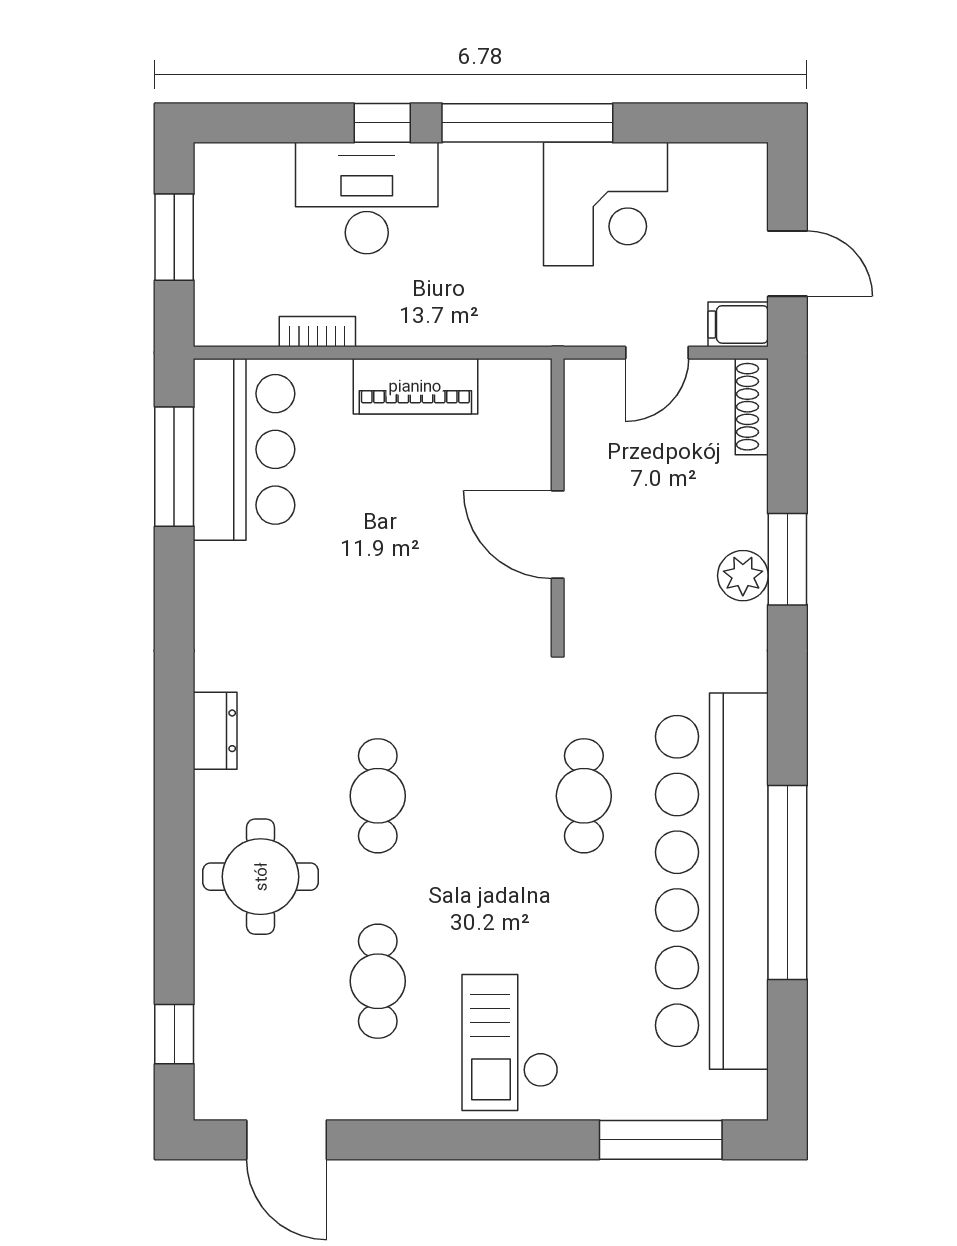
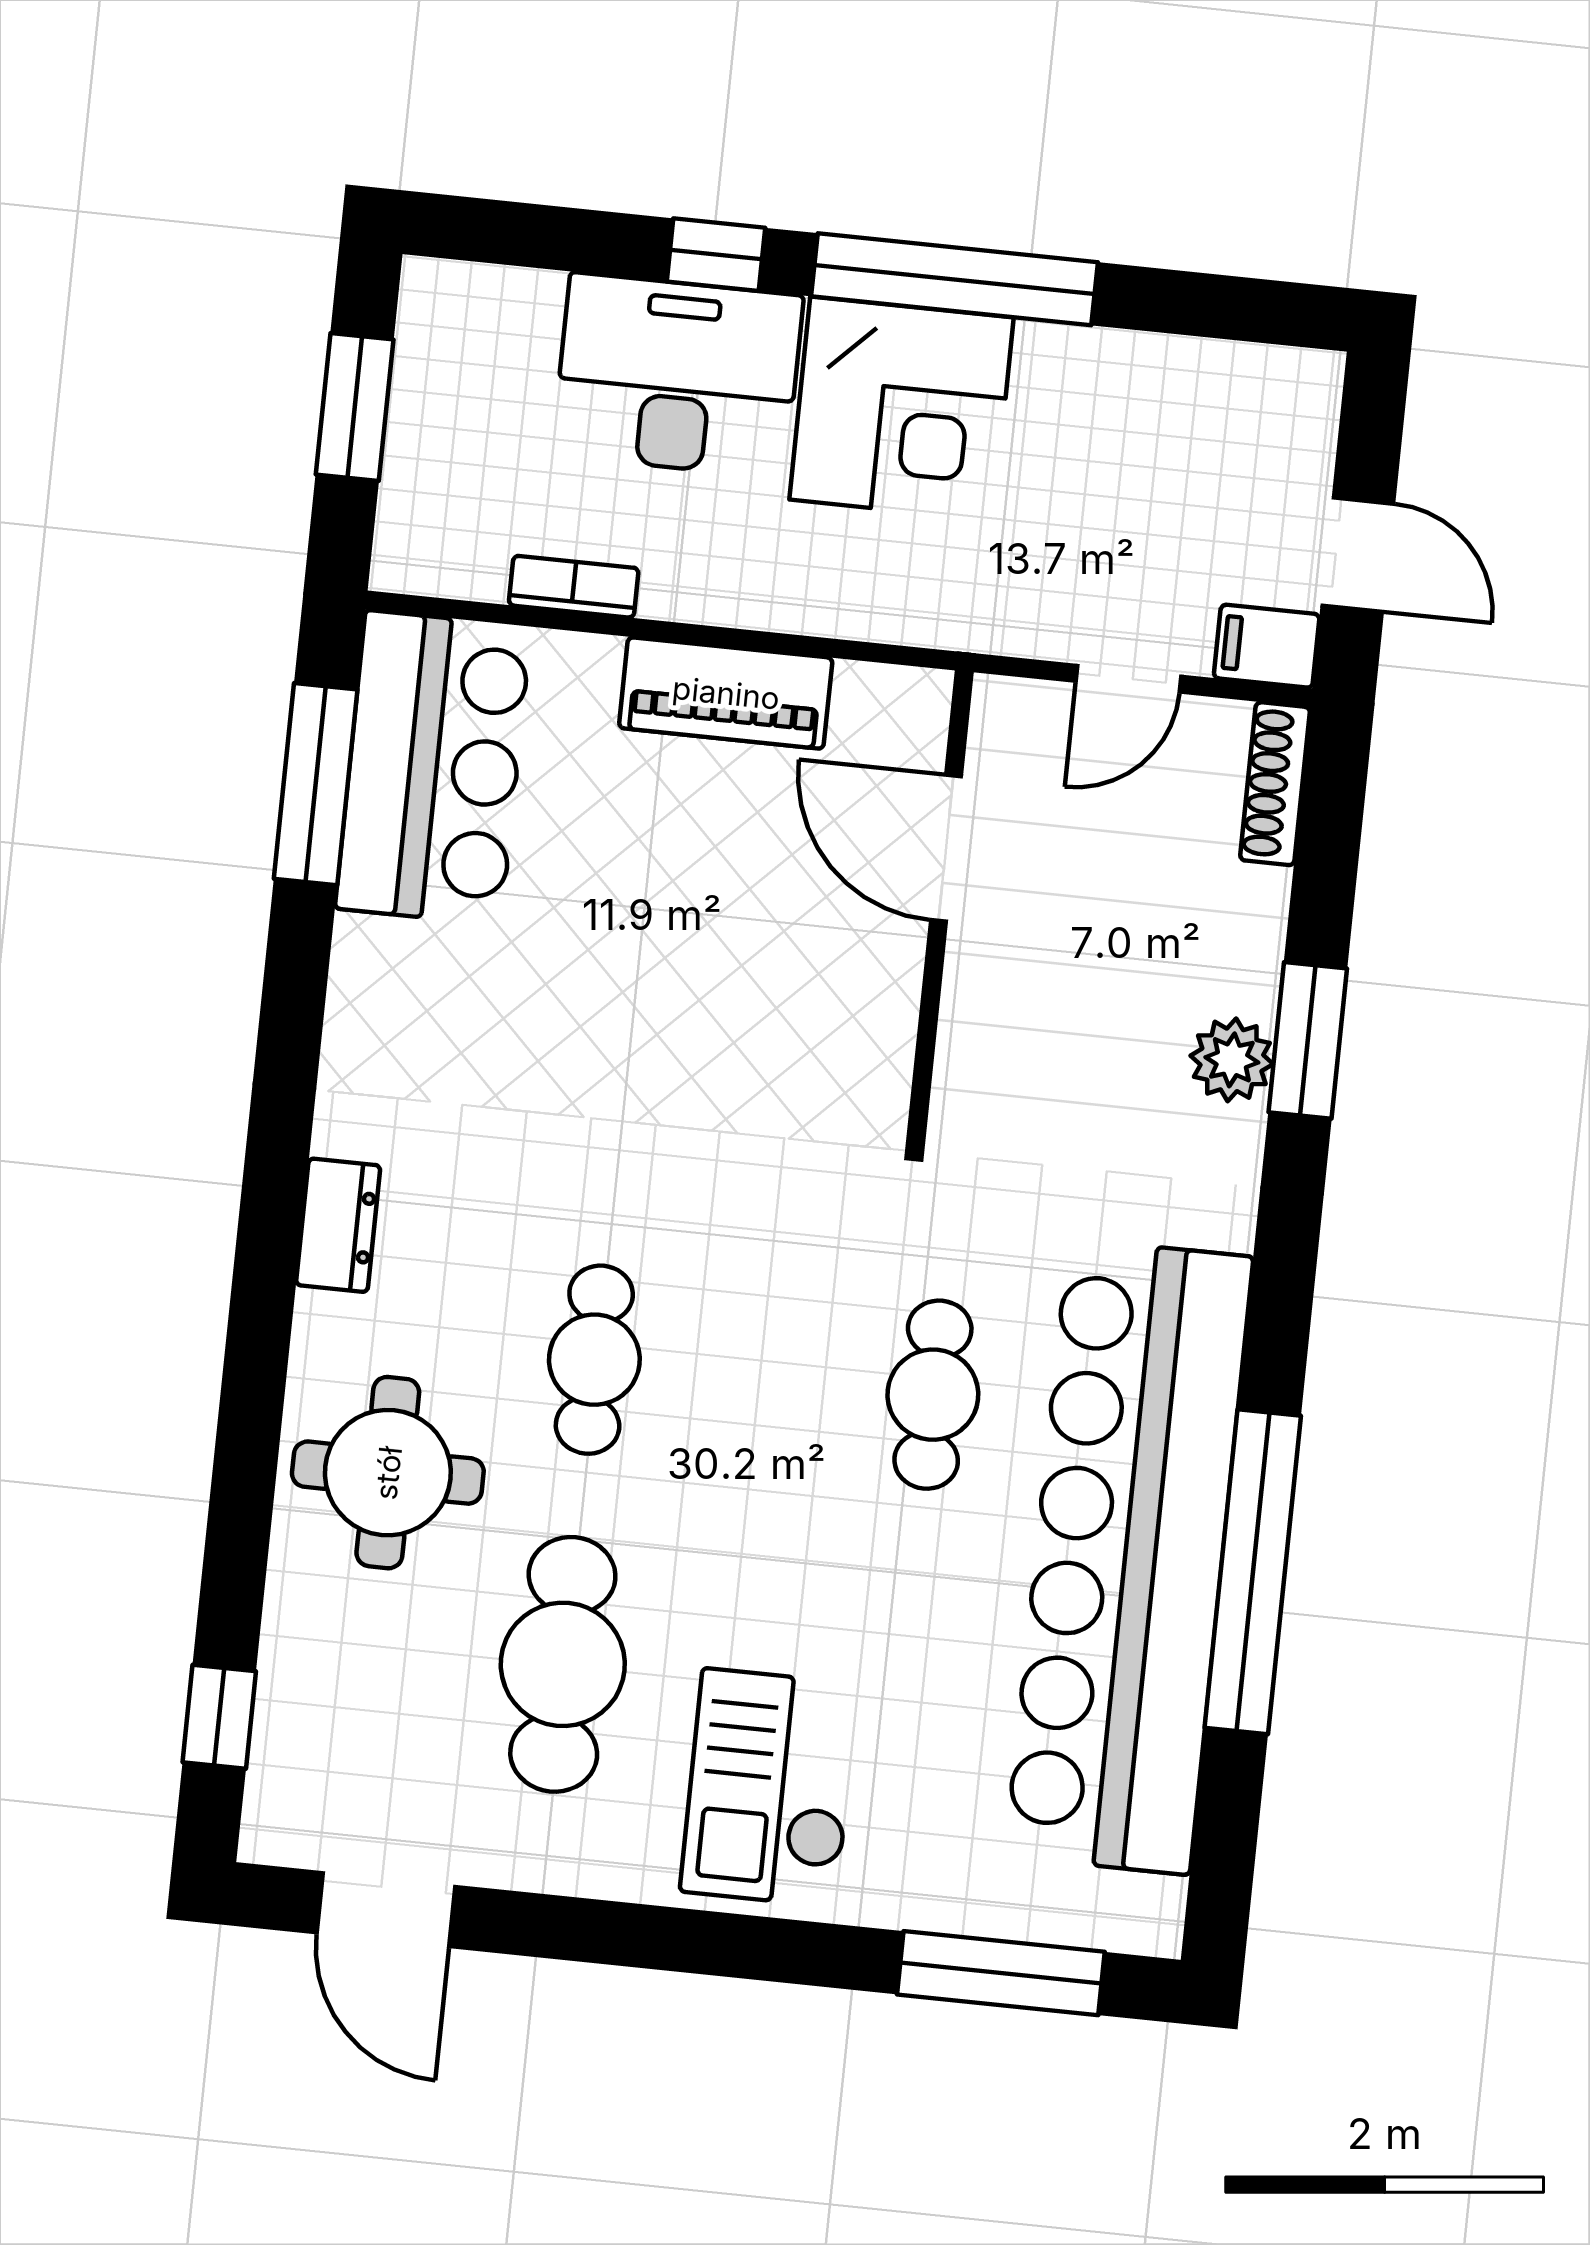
corner desk: (605, 204) -> (901, 409), moved
door: (558, 535) -> (946, 848), moved
cafe table: (378, 981) -> (563, 1664), width x1.37, depth x1.35

